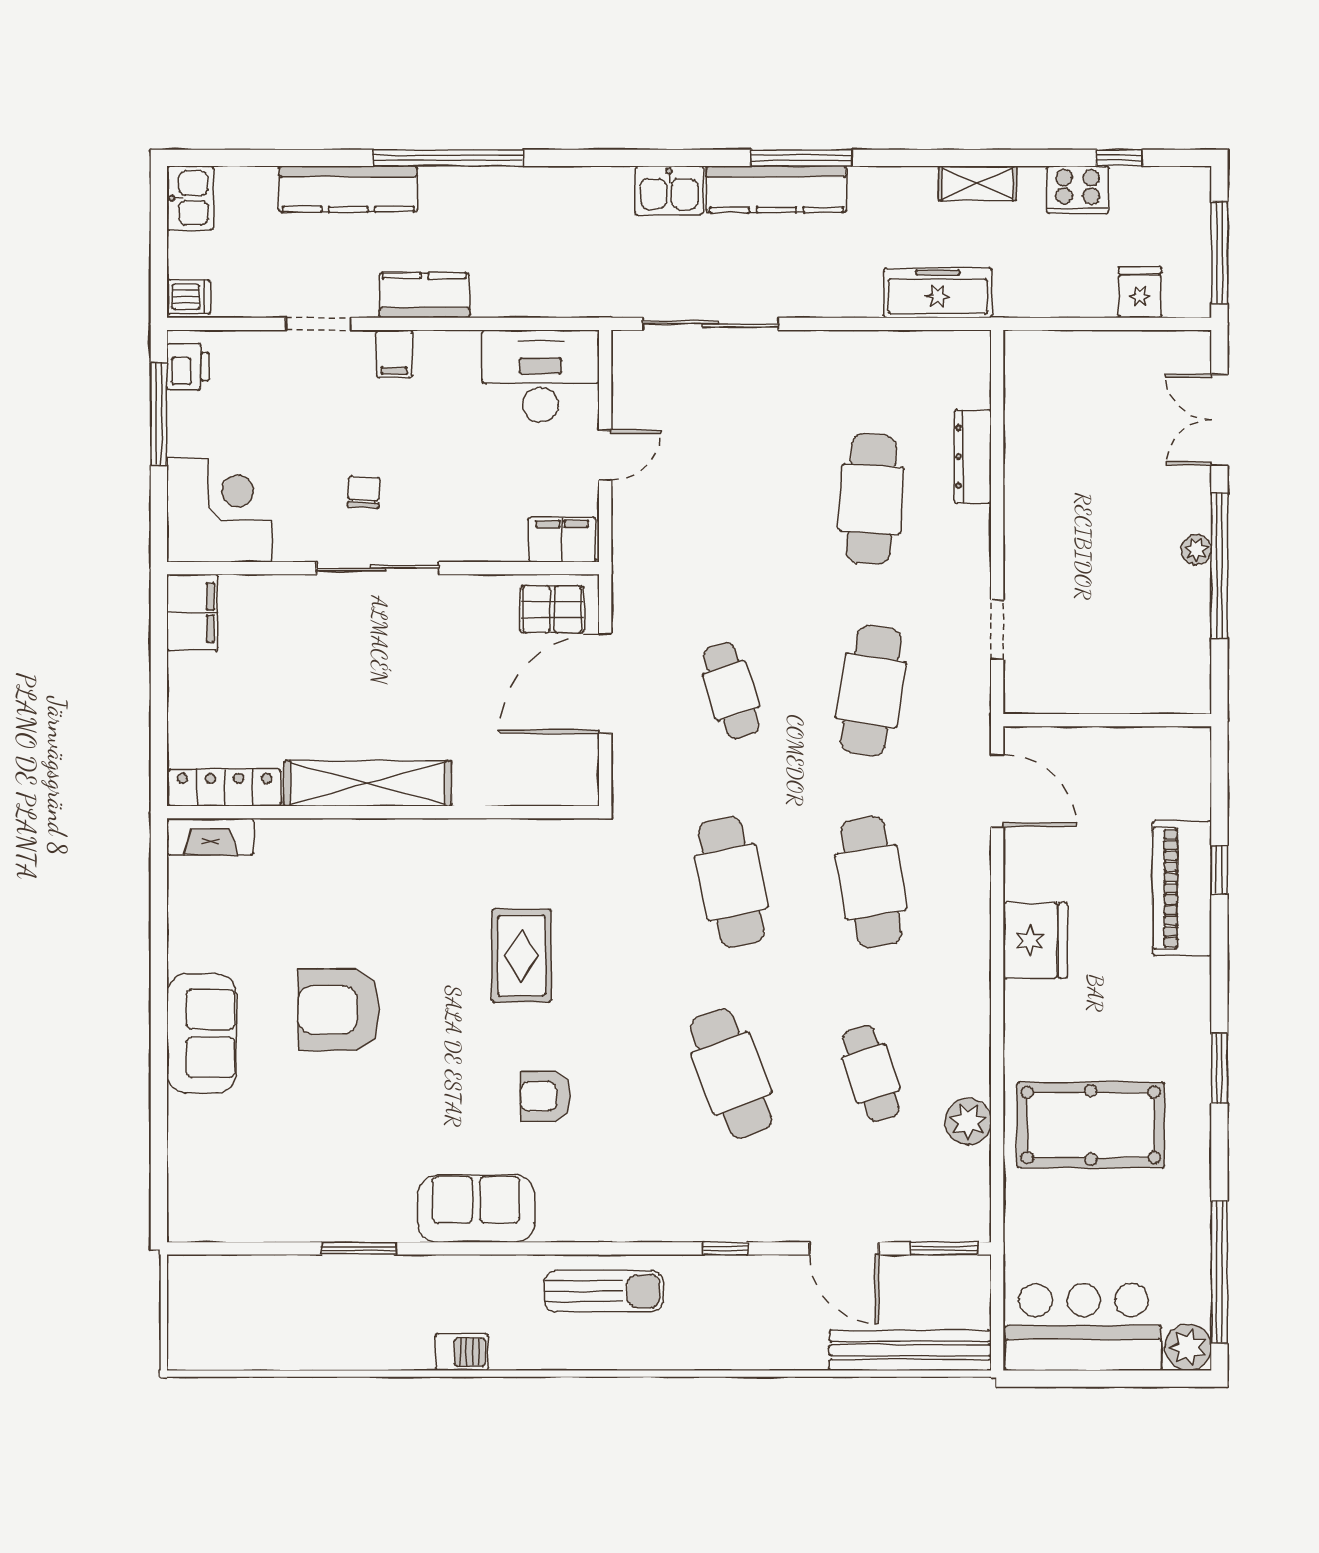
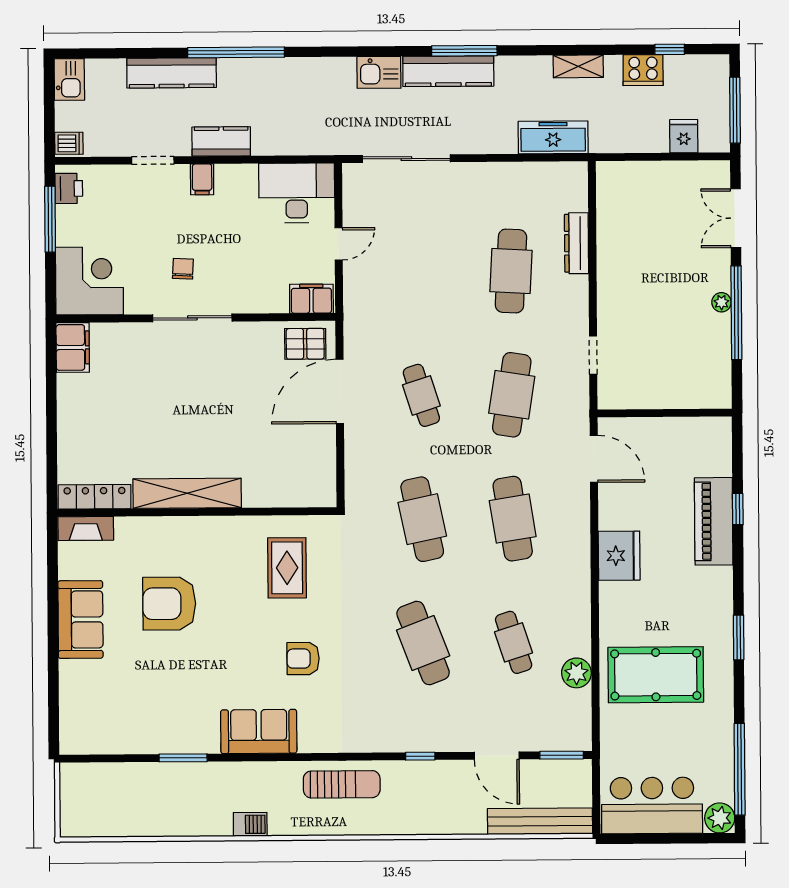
shelving: (368, 783) -> (187, 493), moved
locker: (225, 788) -> (95, 497), moved
wall: (383, 812) -> (197, 512), moved
fireplace: (211, 837) -> (86, 528), moved

